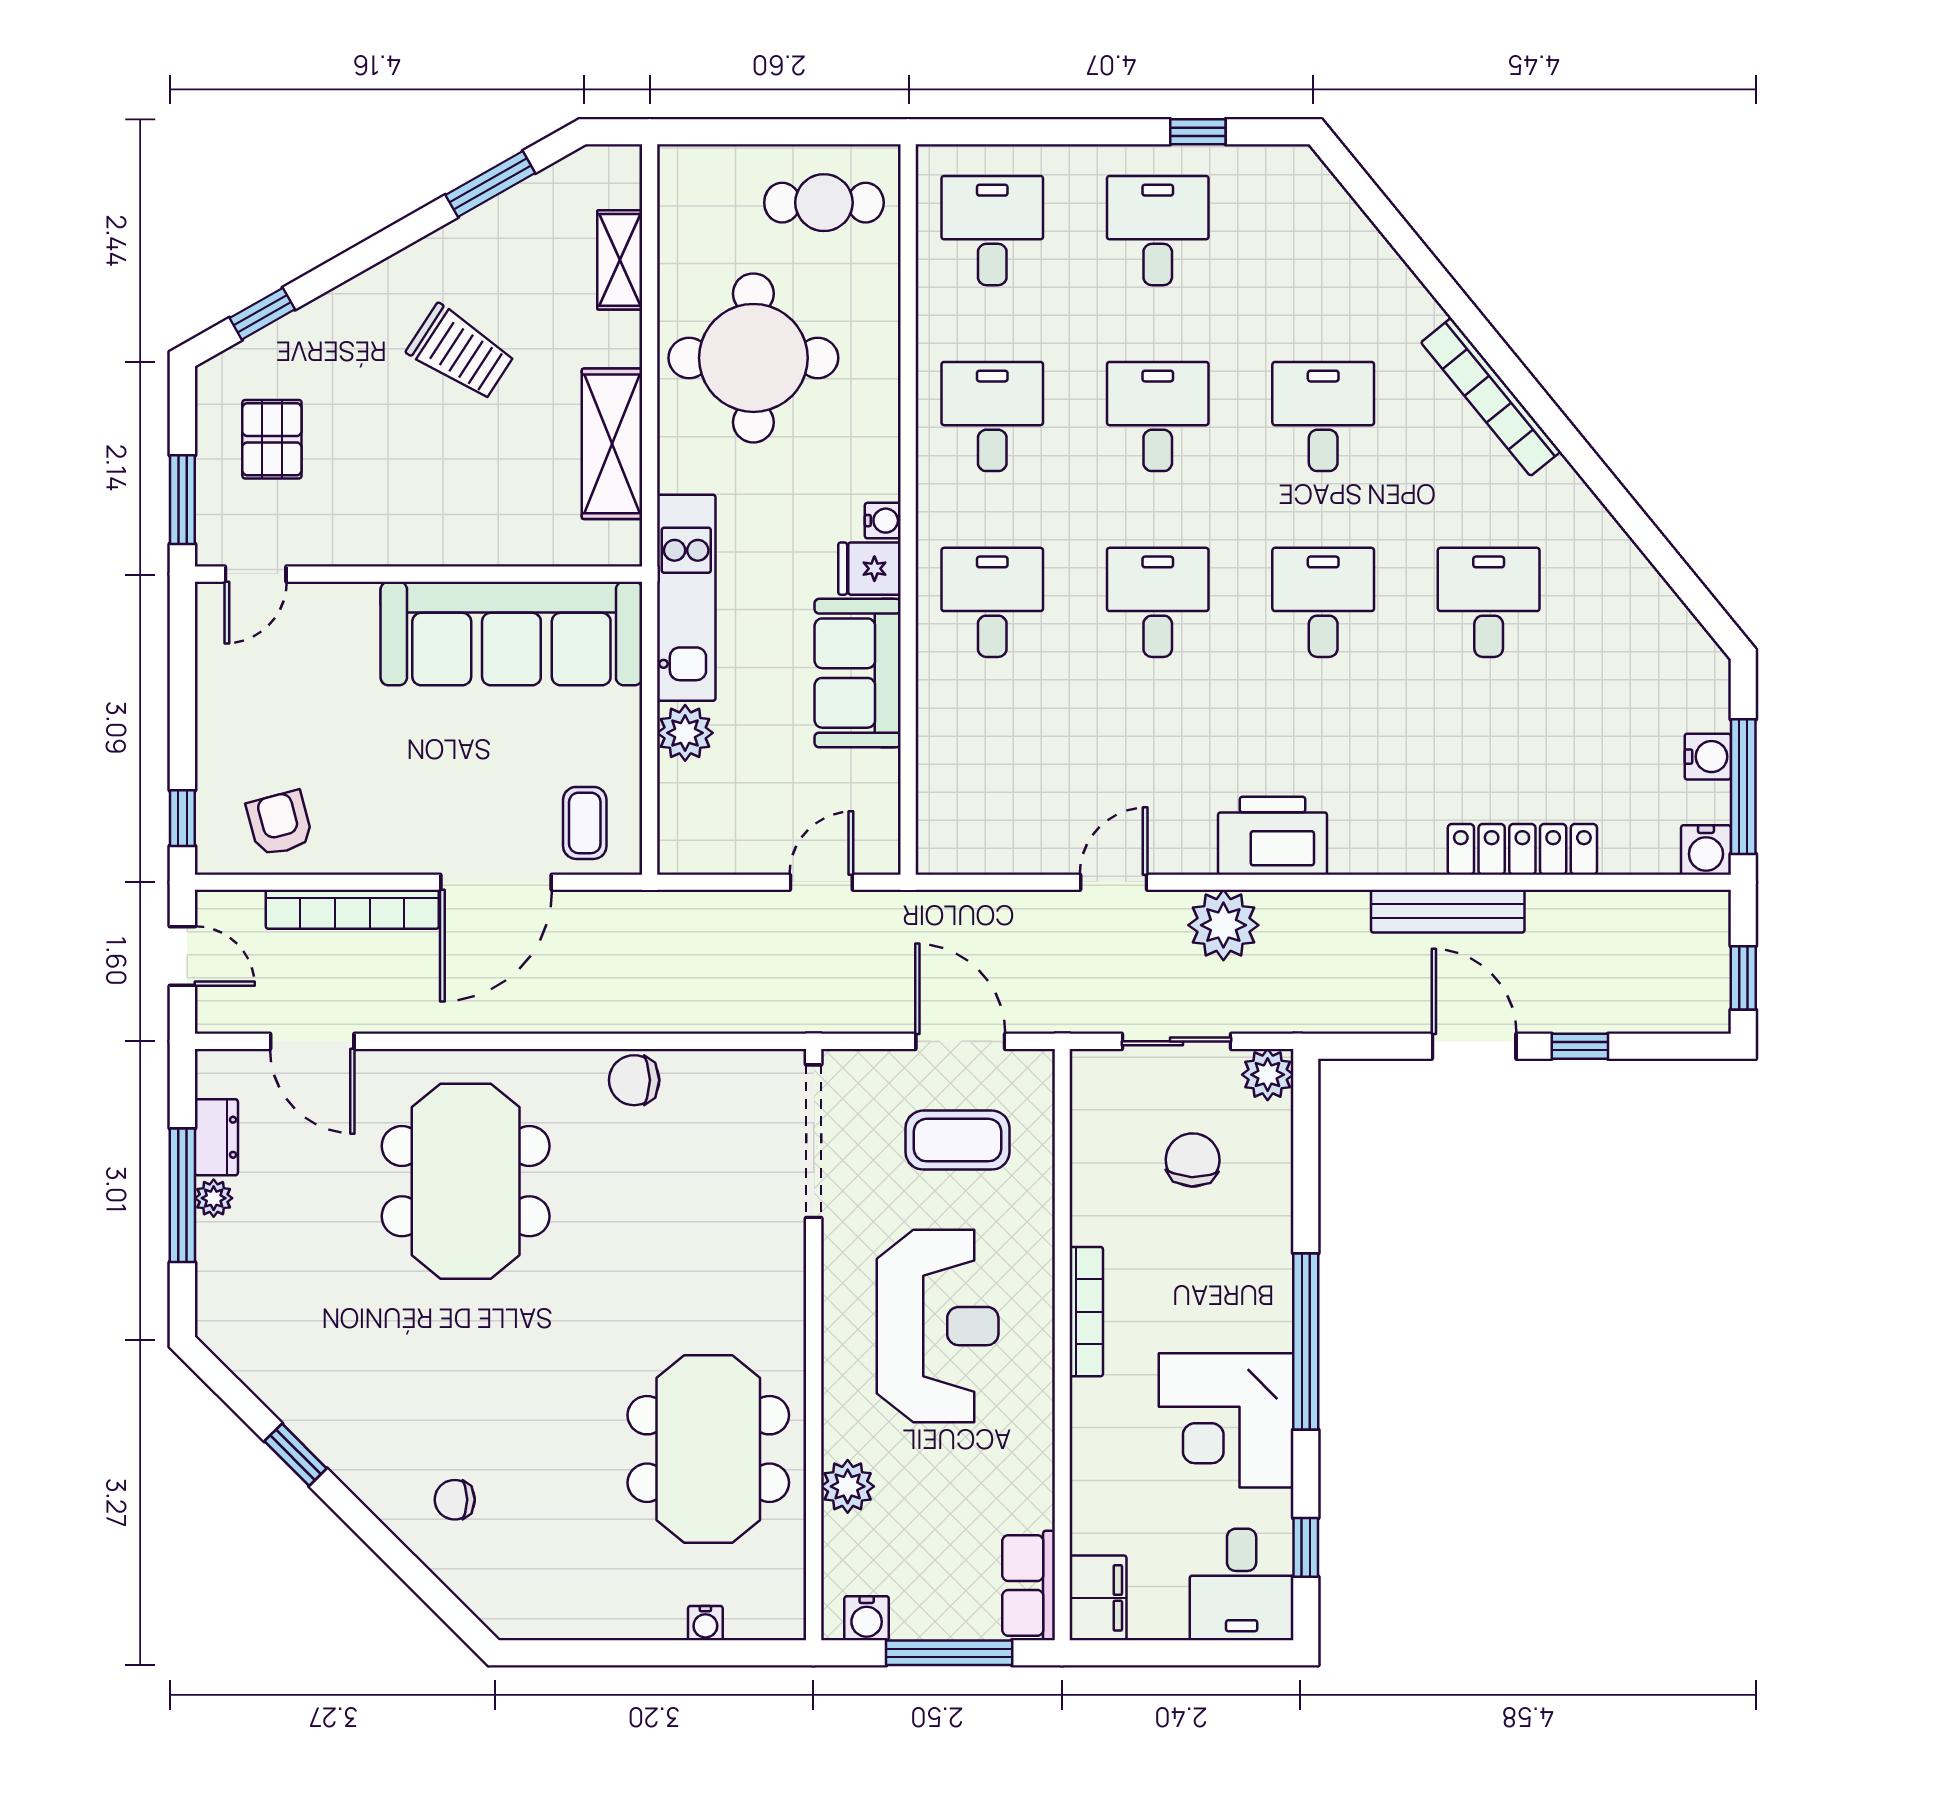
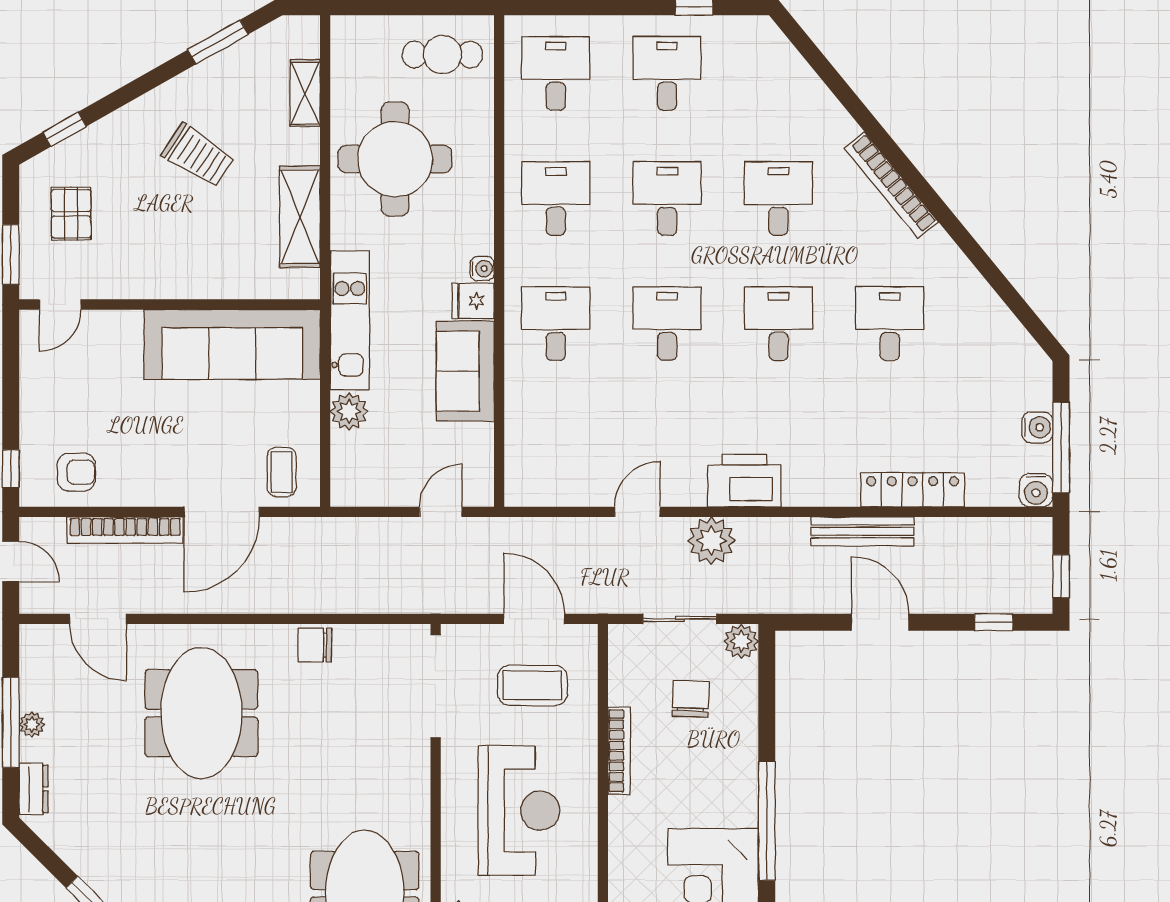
armchair: (280, 823) -> (76, 472), turned 105
window: (1580, 1046) -> (994, 622), moved
dresser: (216, 1137) -> (34, 789), moved
bookcase: (1086, 1312) -> (619, 751), moved

